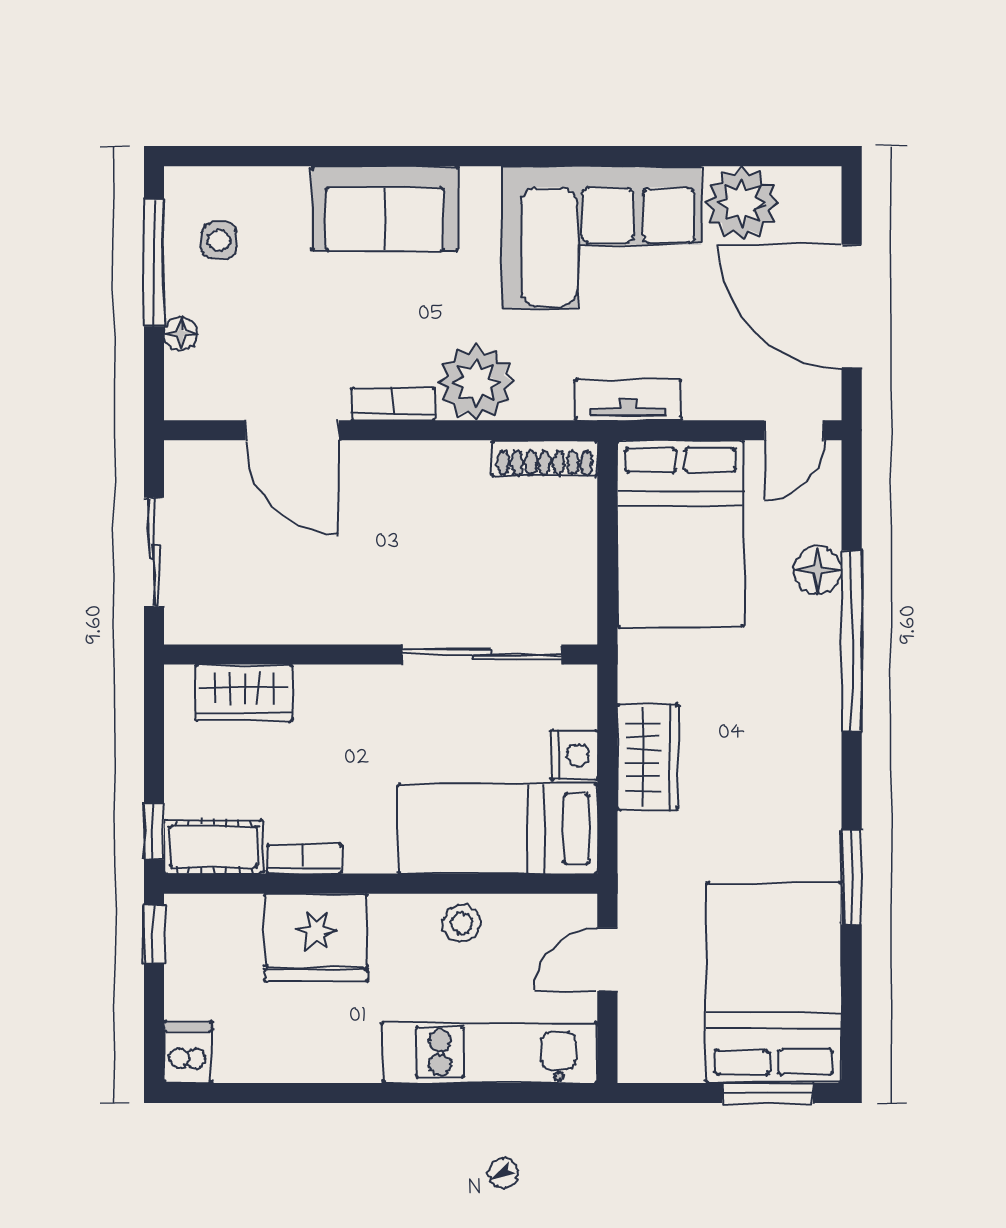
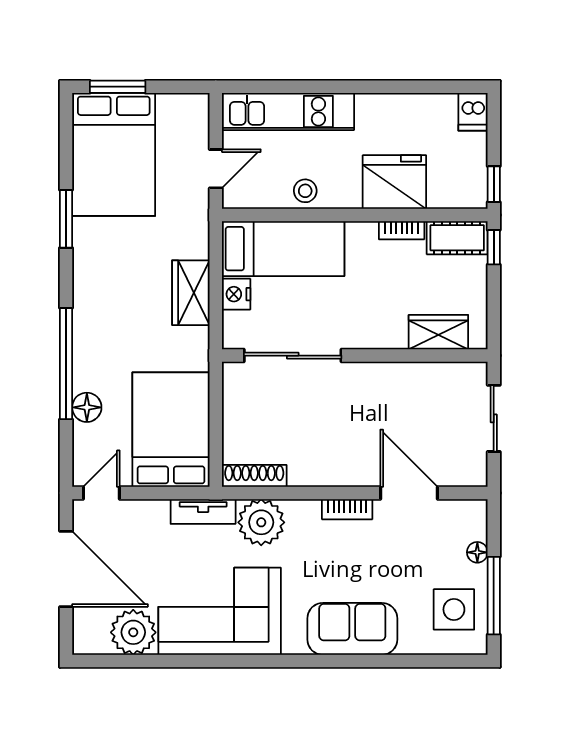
side table: (219, 240) -> (454, 609), width x1.87, depth x1.87
plant: (476, 382) -> (261, 522), moved

